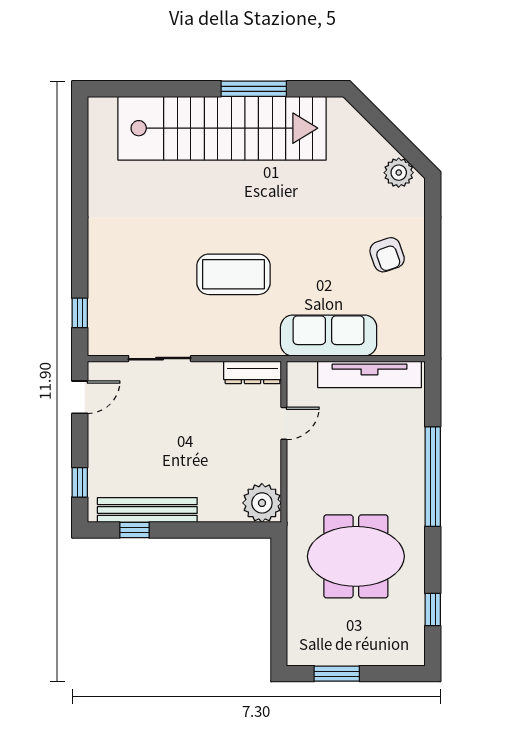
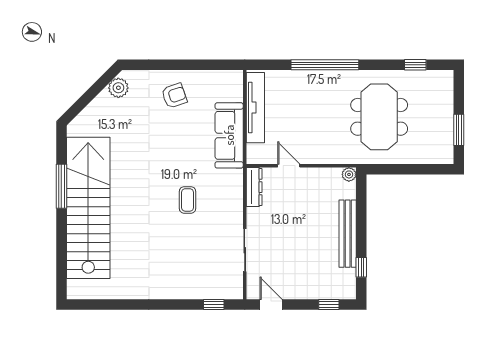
coffee table: (234, 274) -> (188, 200), width x0.54, depth x0.58
plant: (262, 503) -> (349, 174), width x0.53, depth x0.53
bench: (147, 510) -> (348, 234), moved

